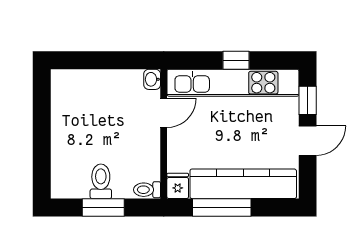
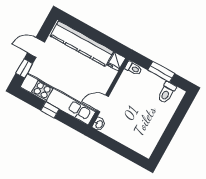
toilet: (101, 181) -> (167, 93), moved
window: (222, 207) -> (100, 38), removed

